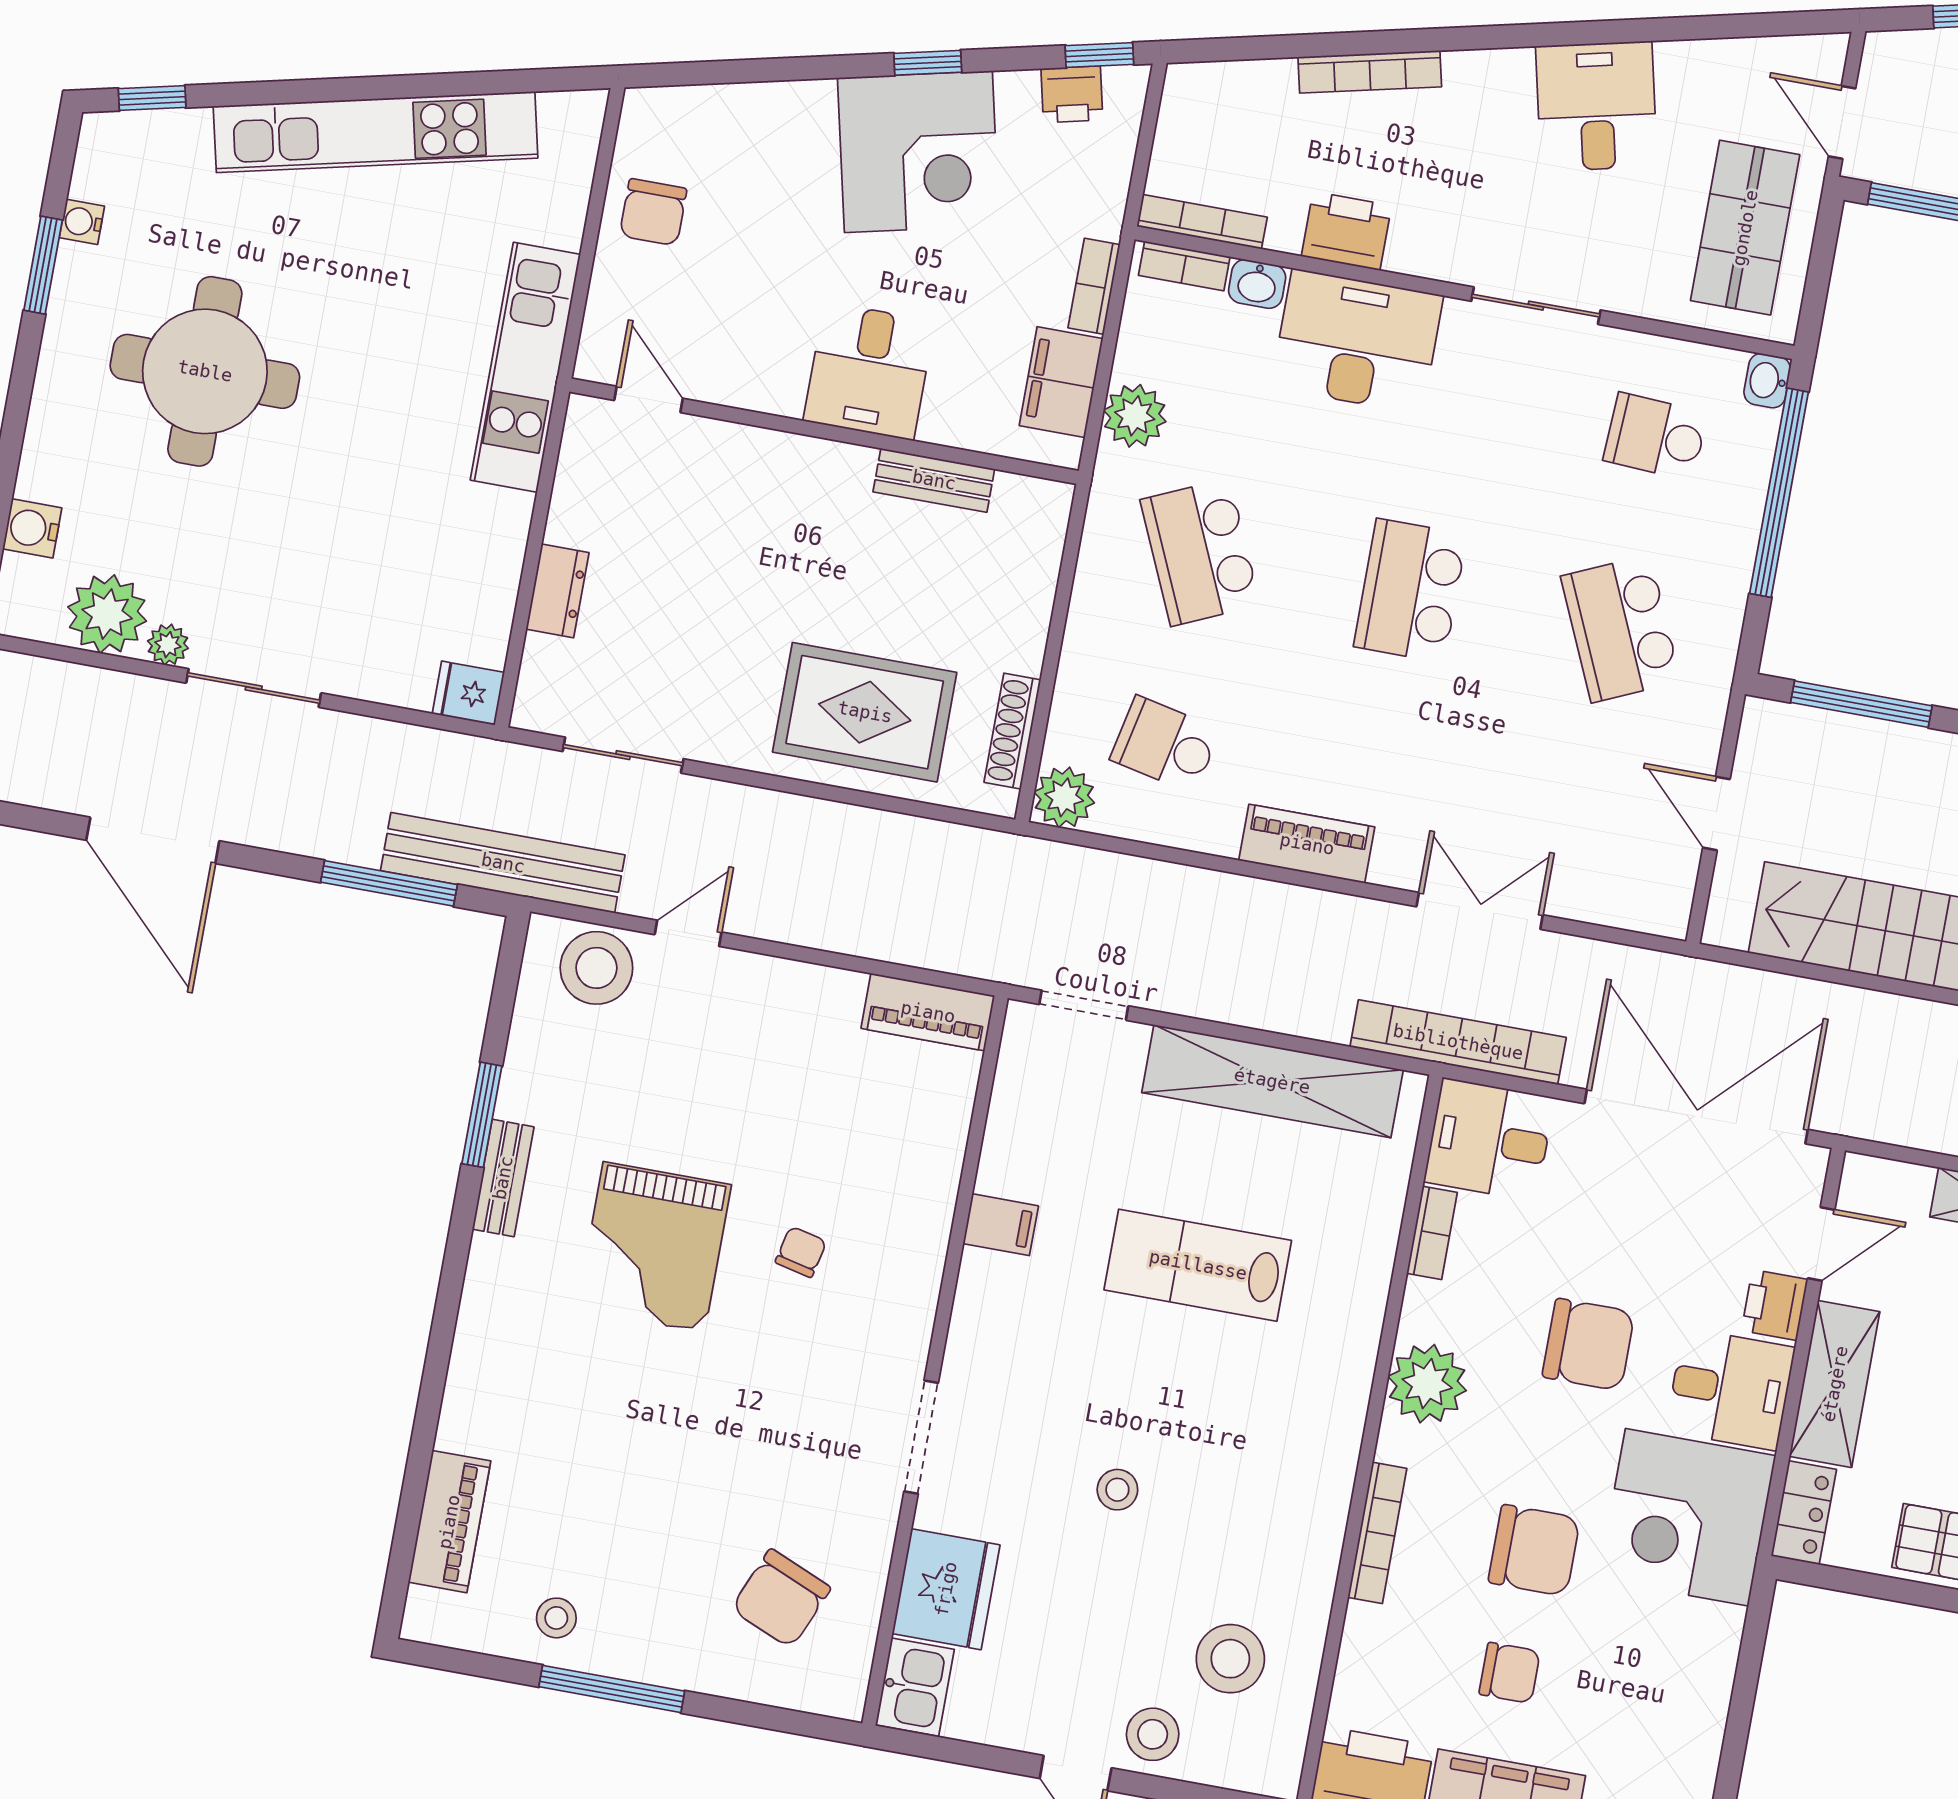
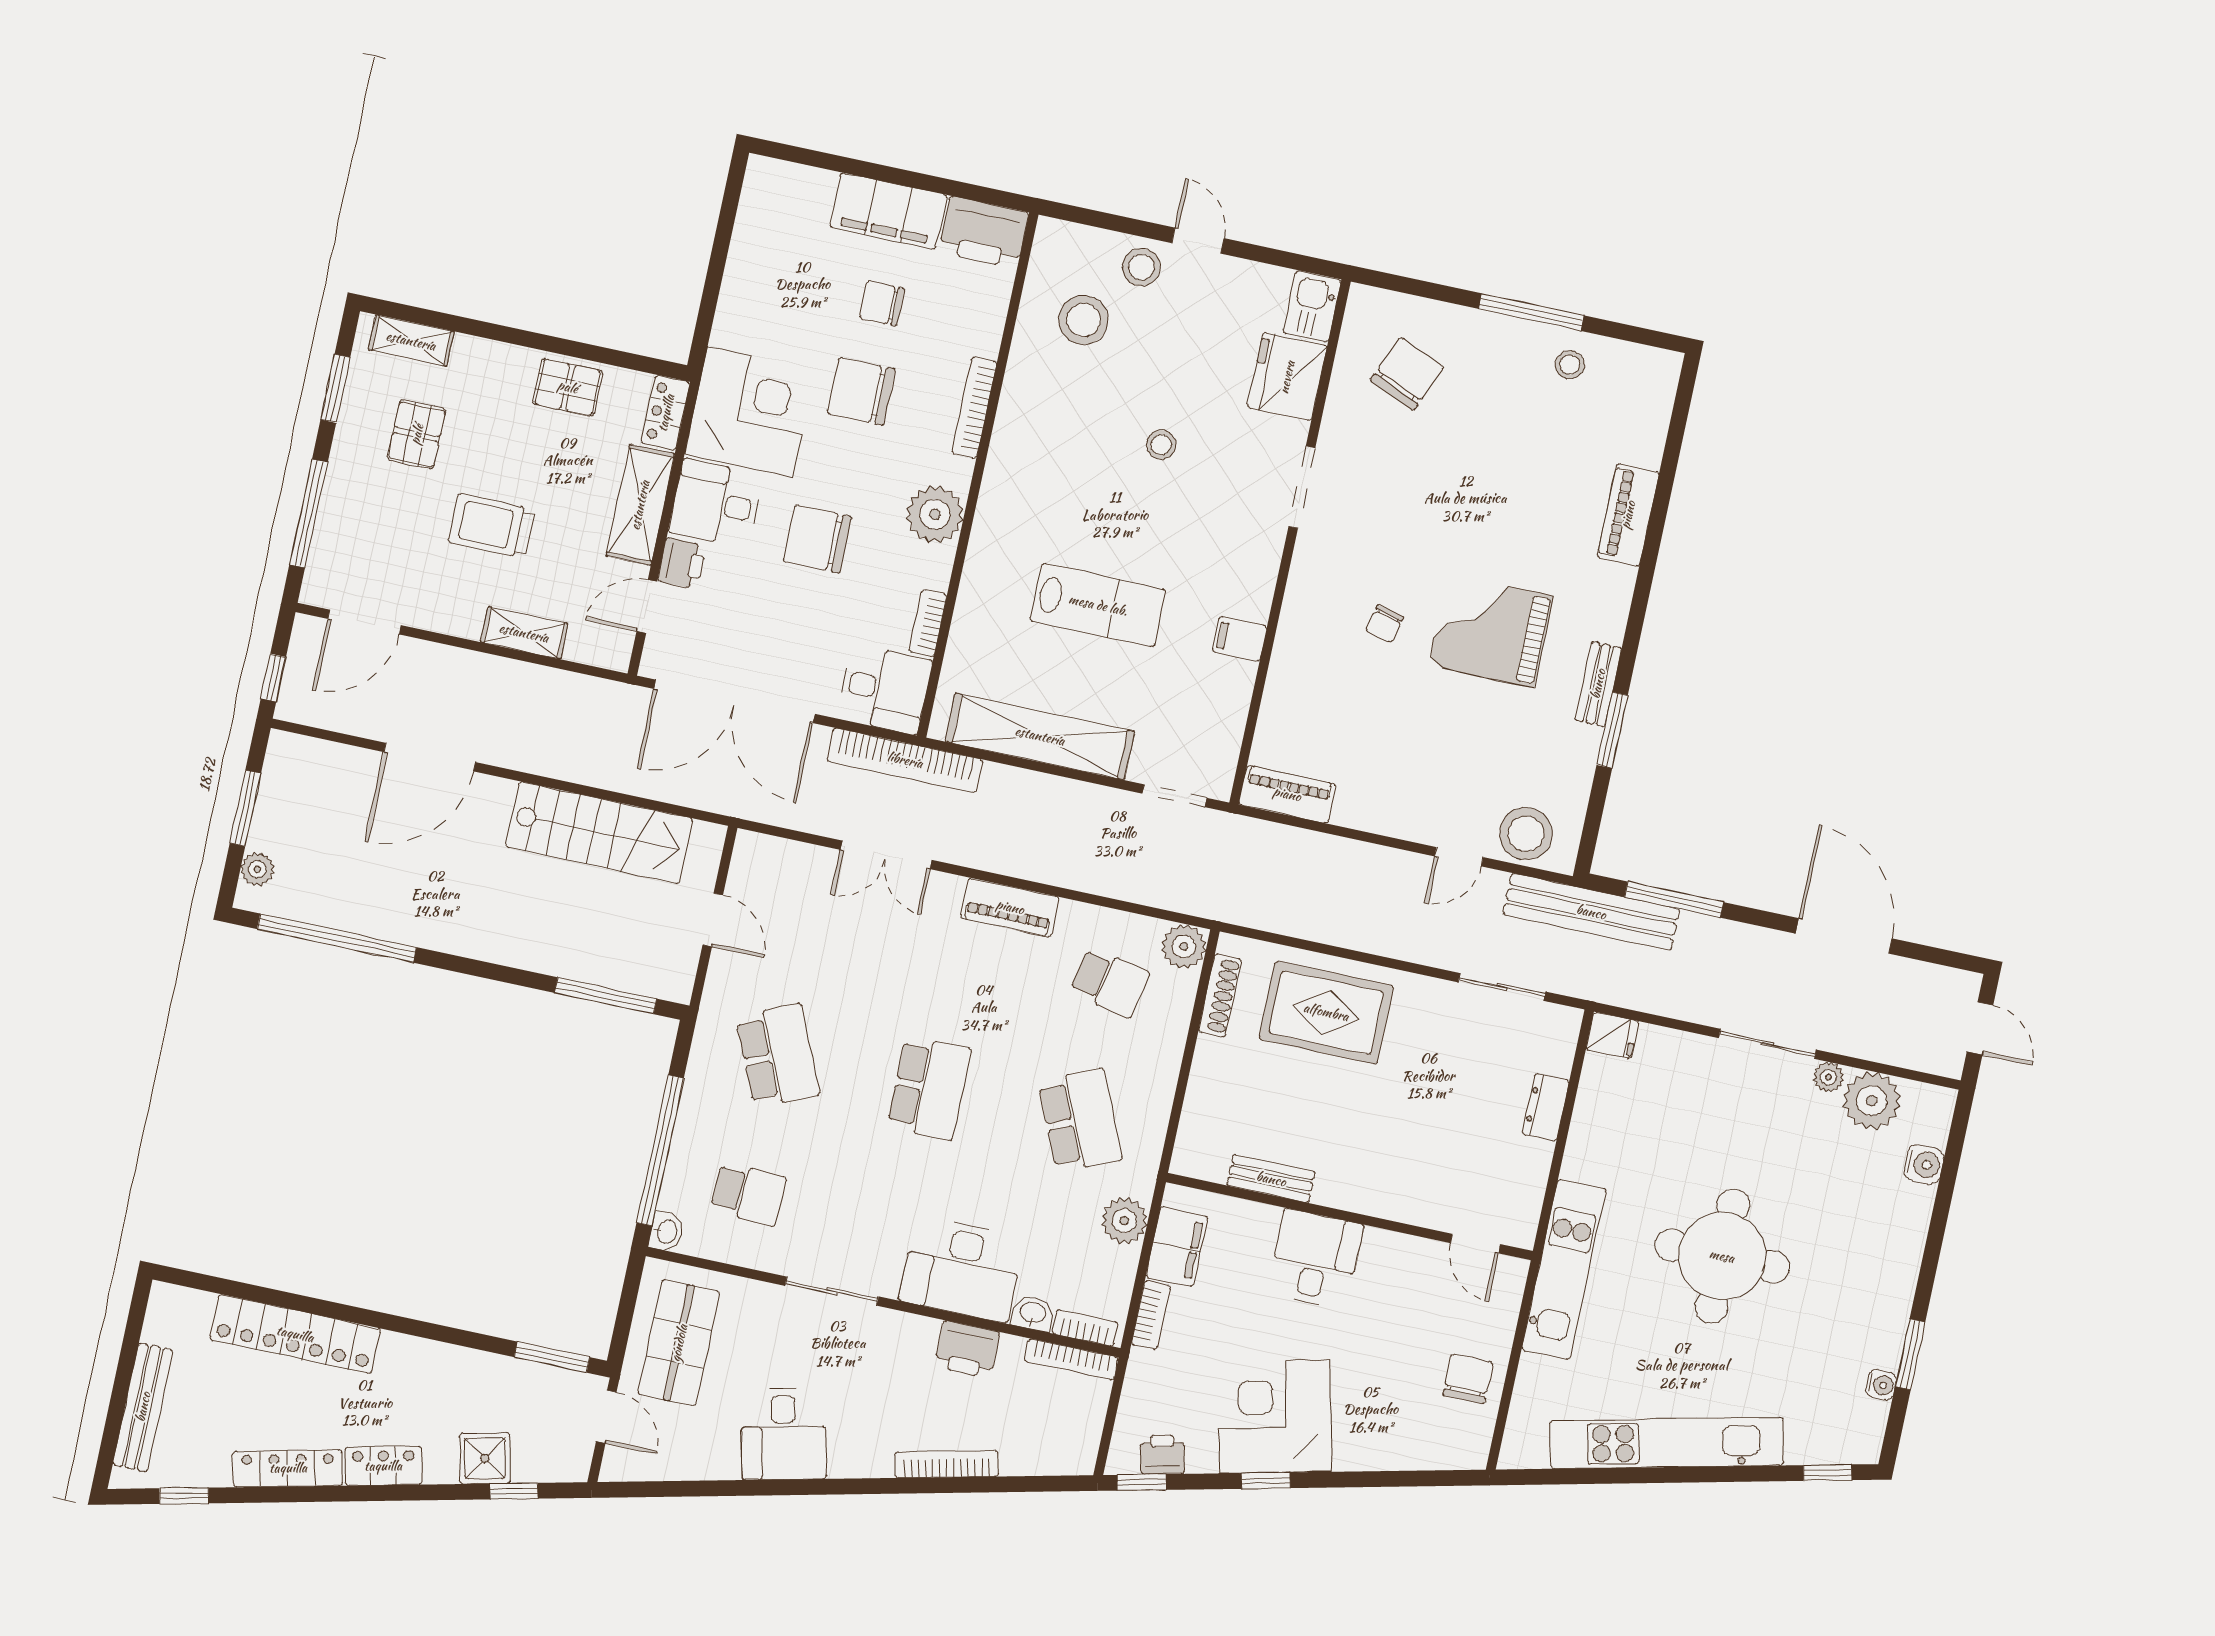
round table: (205, 371) -> (1722, 1256), moved
grand piano: (654, 1247) -> (1491, 631), turned -90
piano: (449, 1522) -> (1628, 515), moved

